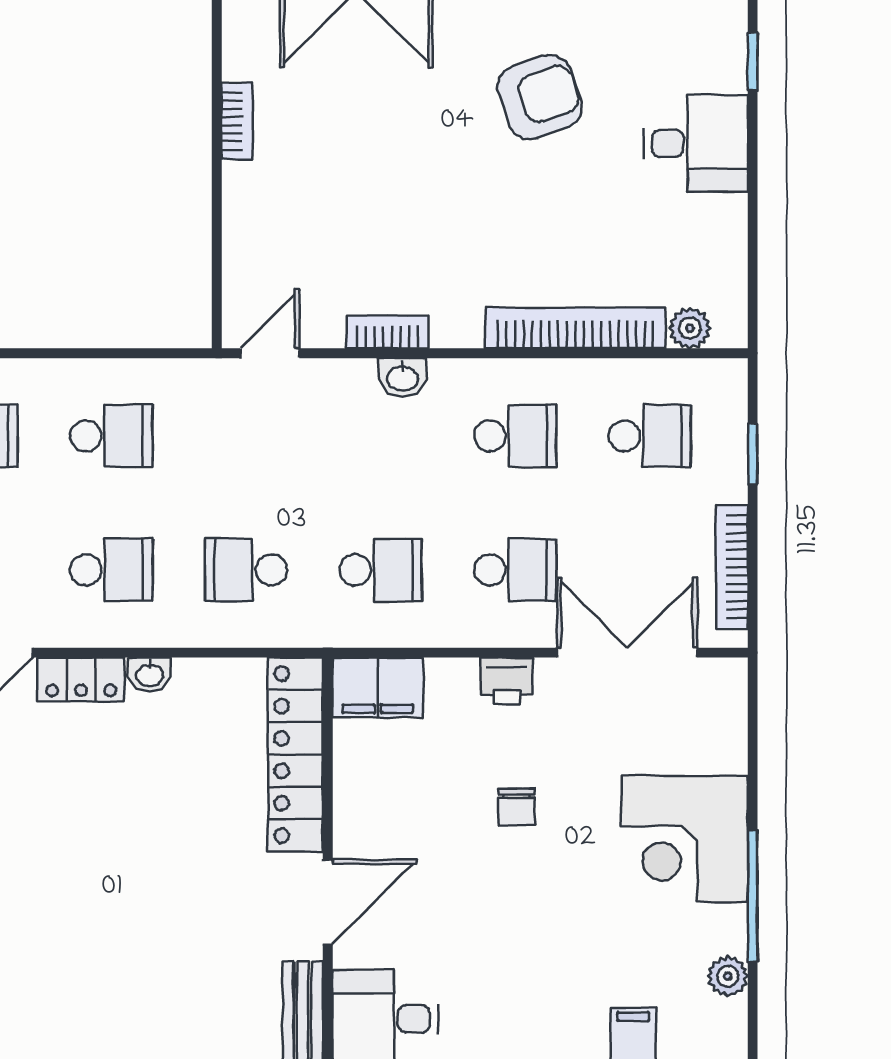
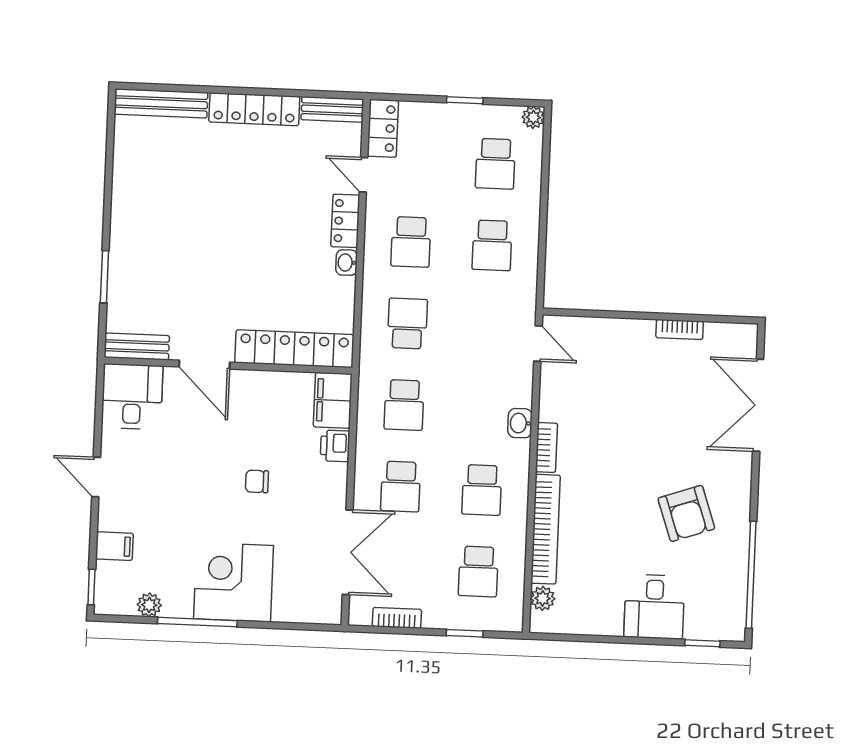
bookcase: (387, 332) -> (547, 447), moved
bookcase: (732, 567) -> (397, 618), width x0.64
printer: (507, 681) -> (335, 446), moved

